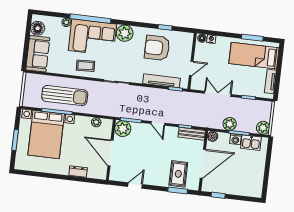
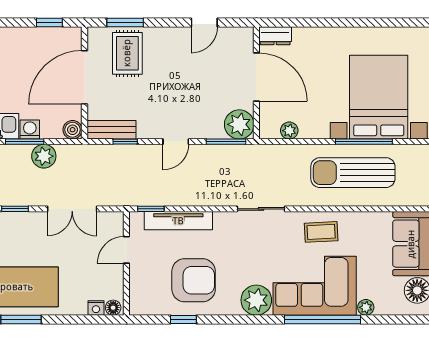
door: (158, 123) -> (176, 142), swing flipped
dresser: (78, 172) -> (275, 36), moved

